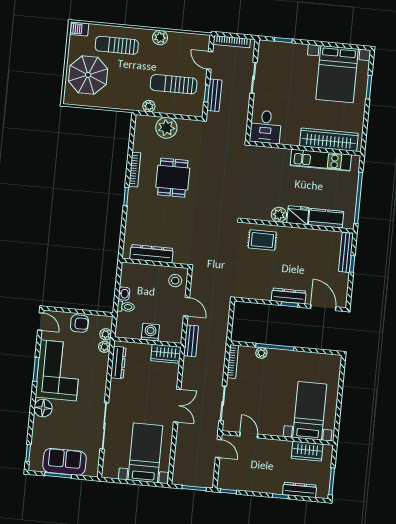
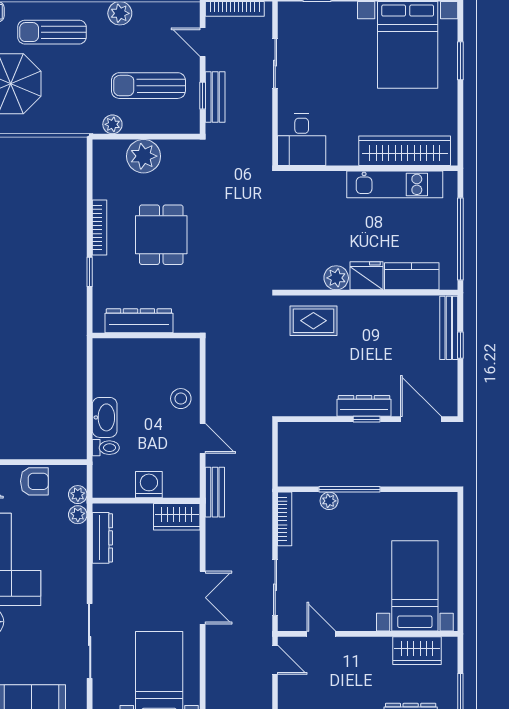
dresser: (152, 254) -> (139, 321), moved
wall: (155, 263) -> (146, 336), moved
washbasin: (124, 294) -> (105, 417), width x1.91, depth x1.45

